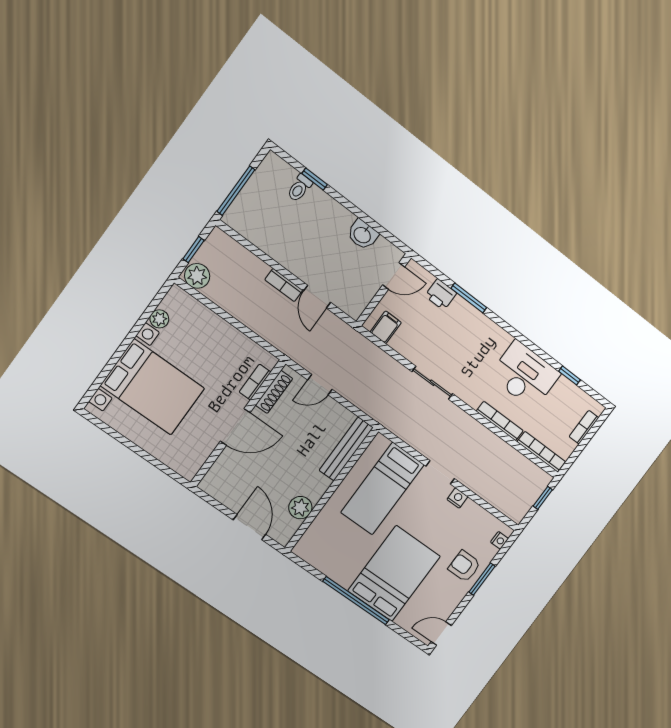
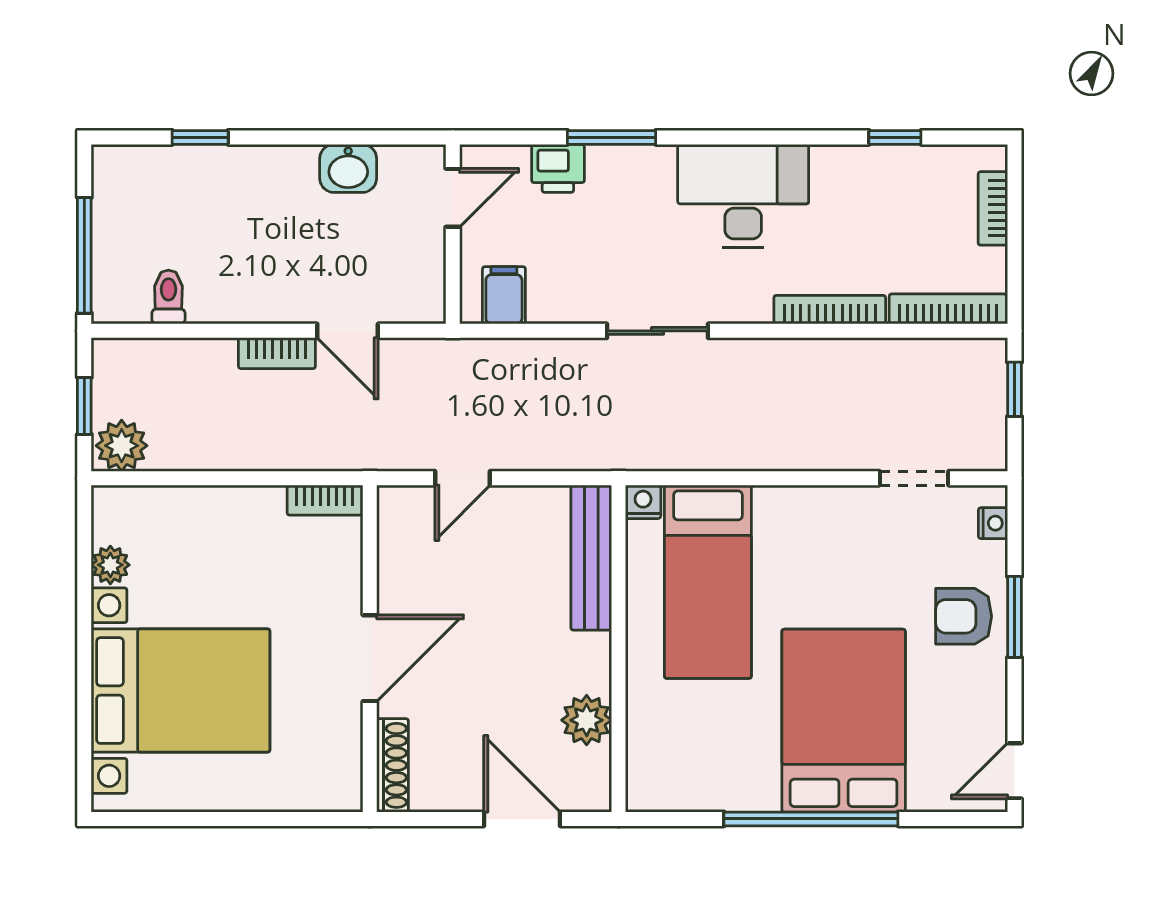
toilet: (300, 188) -> (168, 297), moved, turned 180
desk: (525, 375) -> (743, 196), moved
bookcase: (255, 382) -> (325, 500), moved, turned -90
shoe rack: (274, 392) -> (393, 765), moved
doorway: (440, 472) -> (914, 478), moved
nightstand: (457, 498) -> (643, 502), moved

